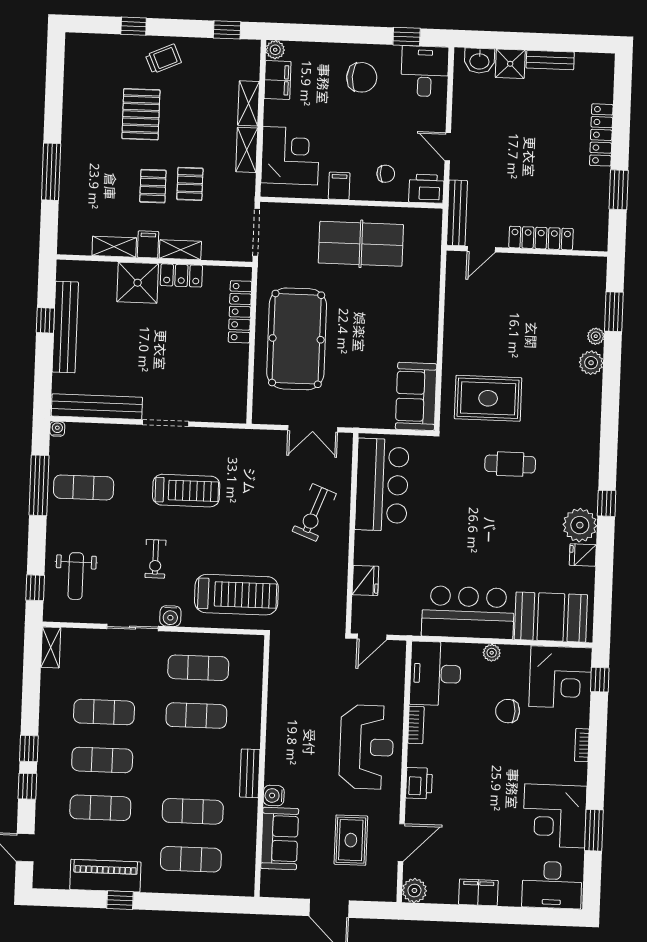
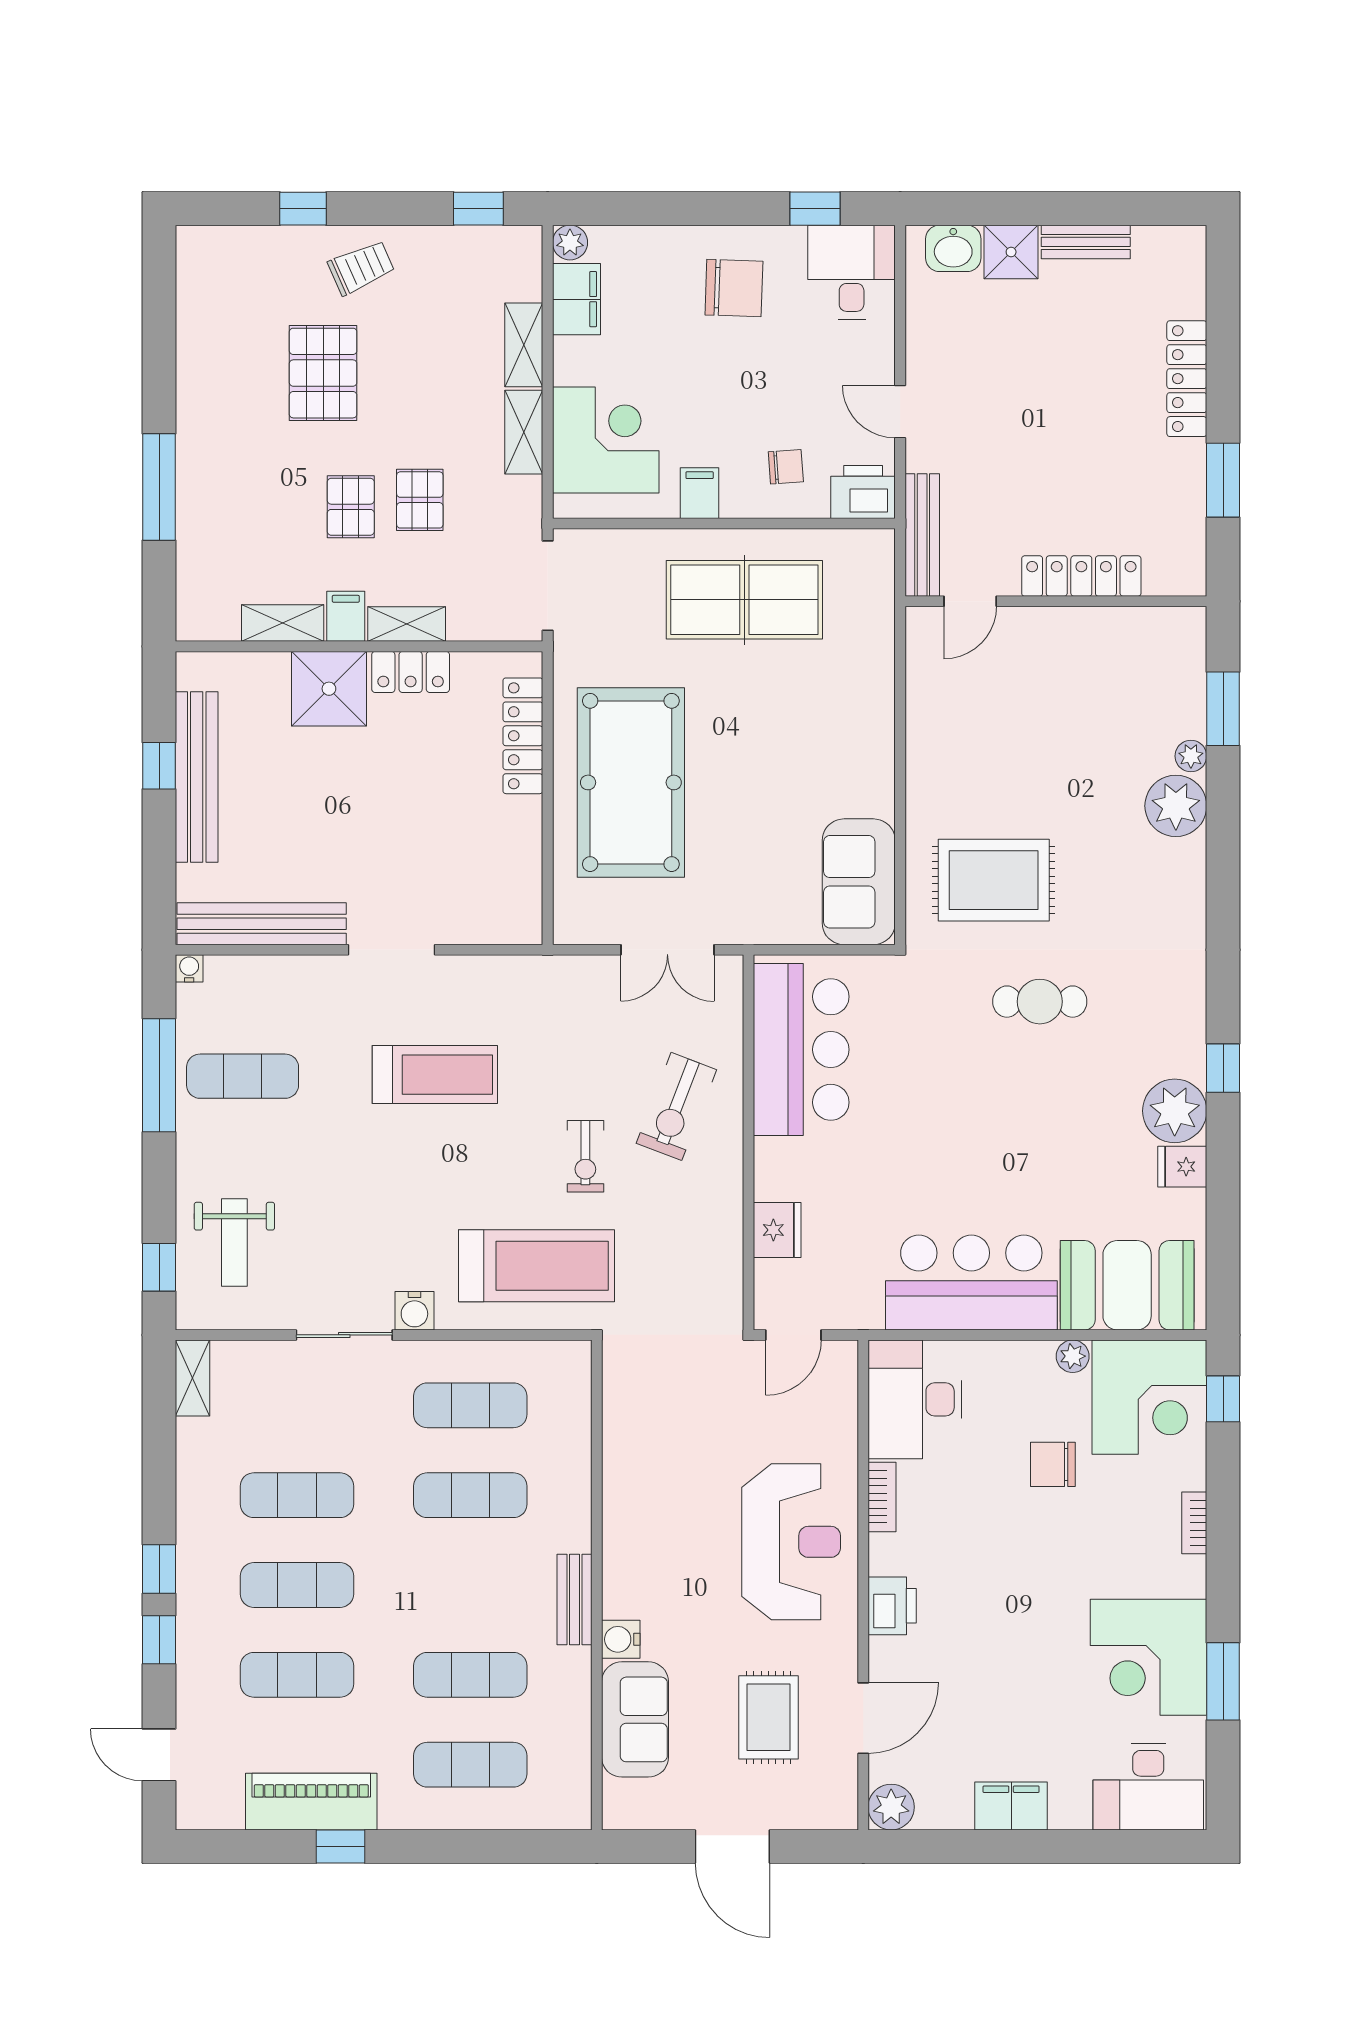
plant: (591, 363) -> (1176, 806), width x1.36, depth x1.36
exercise bike: (155, 559) -> (585, 1156), moved
plant: (492, 653) -> (1073, 1356), moved

